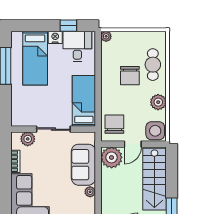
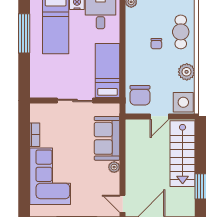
chair: (130, 76) -> (156, 44), width x0.54, depth x0.54
chair: (114, 124) -> (140, 95), turned 180
plant: (28, 139) -> (48, 111), removed
plant: (112, 157) -> (137, 131), removed

